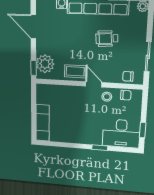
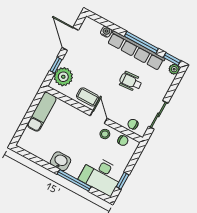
window: (33, 68) -> (56, 65), moved
exam couch: (43, 123) -> (42, 112), moved
washbasin: (80, 137) -> (60, 161), added
window: (100, 148) -> (74, 180), width x2.17

